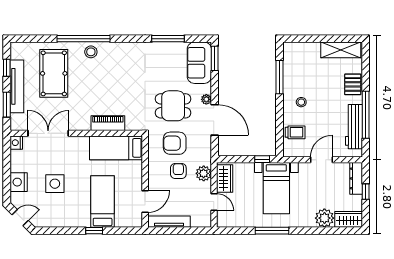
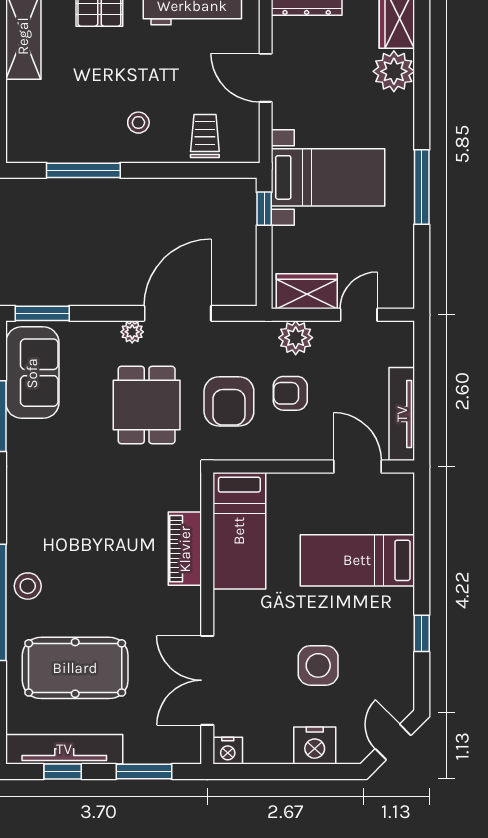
sofa: (199, 63) -> (32, 373), moved, turned -90
tv unit: (17, 86) -> (64, 749), moved
window: (94, 231) -> (422, 633), moved

